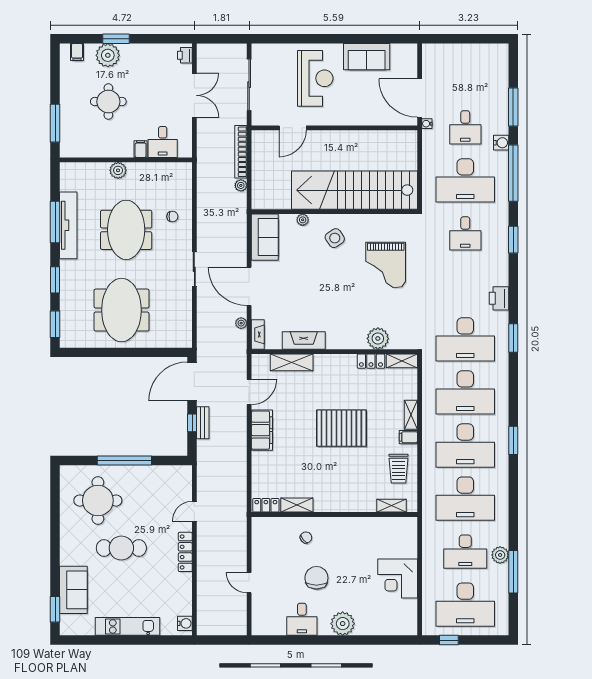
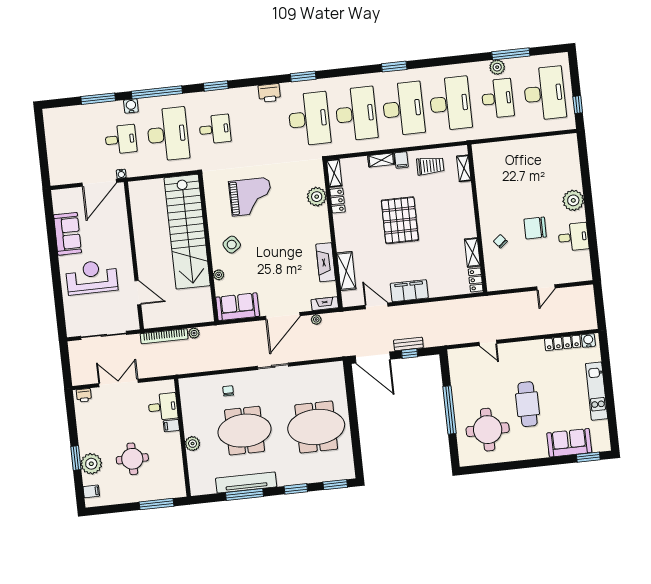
locker: (185, 552) -> (563, 343), moved
corner desk: (398, 579) -> (528, 156), removed

